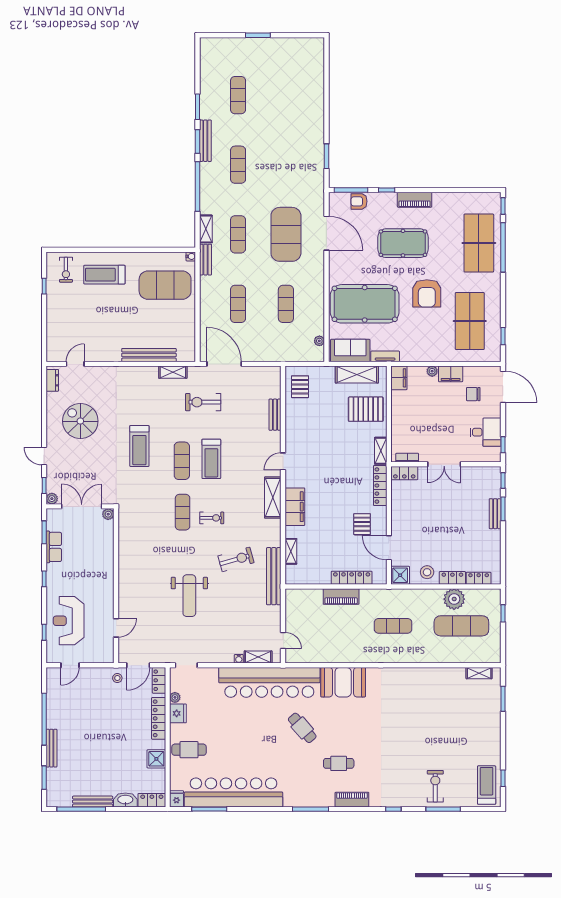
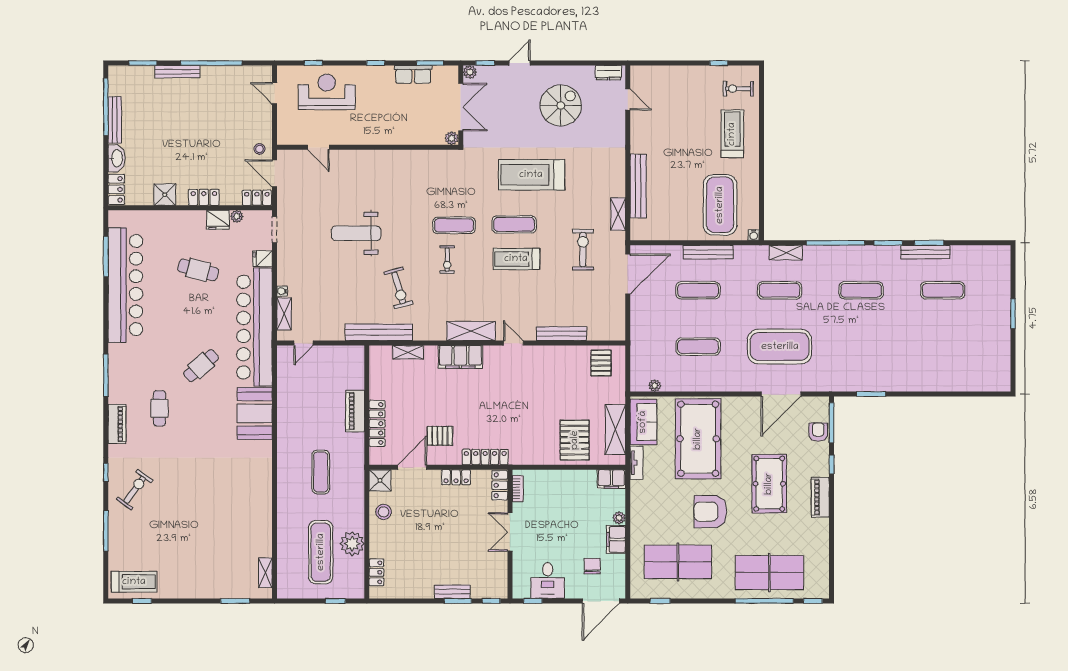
bench: (205, 141) -> (925, 252), moved
bench: (205, 260) -> (708, 252), moved, width x1.36
pallet: (300, 387) -> (601, 363), turned 90
bench: (275, 415) -> (562, 334), width x1.36
treadmill: (139, 446) -> (531, 175), width x1.37, depth x1.38
shelving: (381, 451) -> (526, 458), removed
locker: (452, 578) -> (456, 477), moved, turned 90
locker: (159, 718) -> (204, 197), width x0.66
cafe table: (189, 750) -> (198, 270), moved, turned -75
exercise bike: (435, 786) -> (135, 490), moved, turned -54
fridge: (177, 799) -> (263, 259), moved, turned 180

